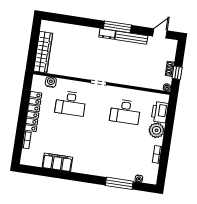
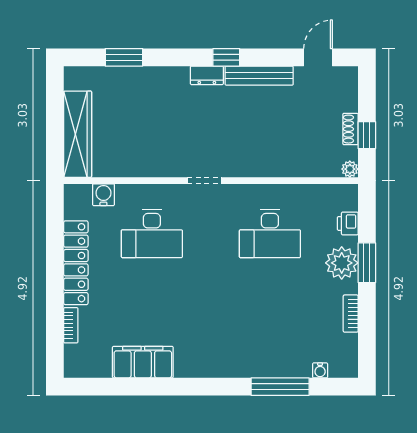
window: (70, 20) -> (124, 57), added
window: (117, 27) -> (226, 57), width x0.46
printer: (160, 112) -> (348, 223), width x0.53, depth x0.68
window: (168, 132) -> (367, 263), added

